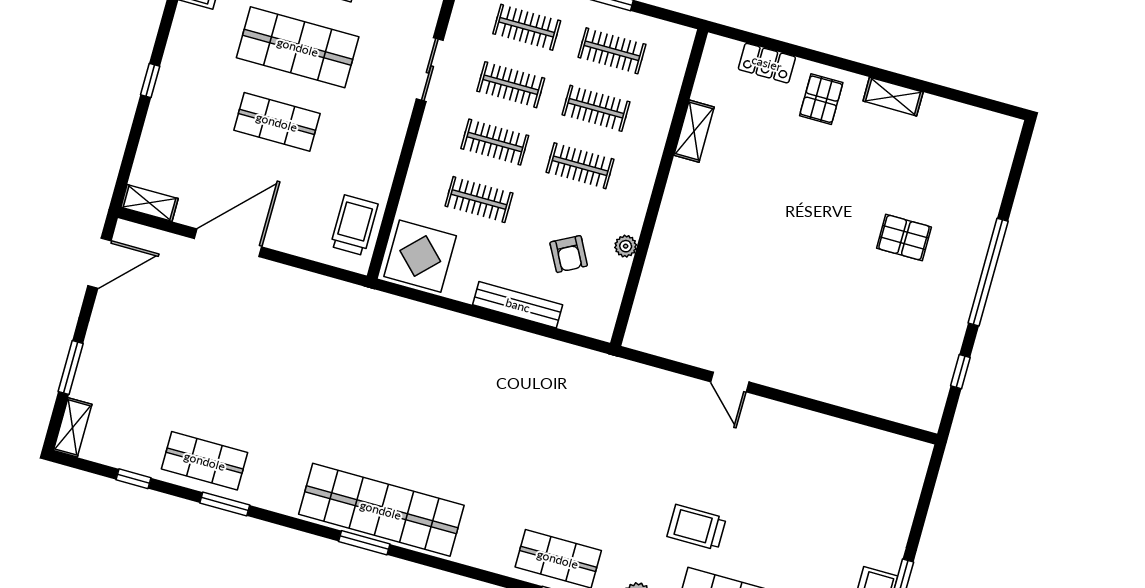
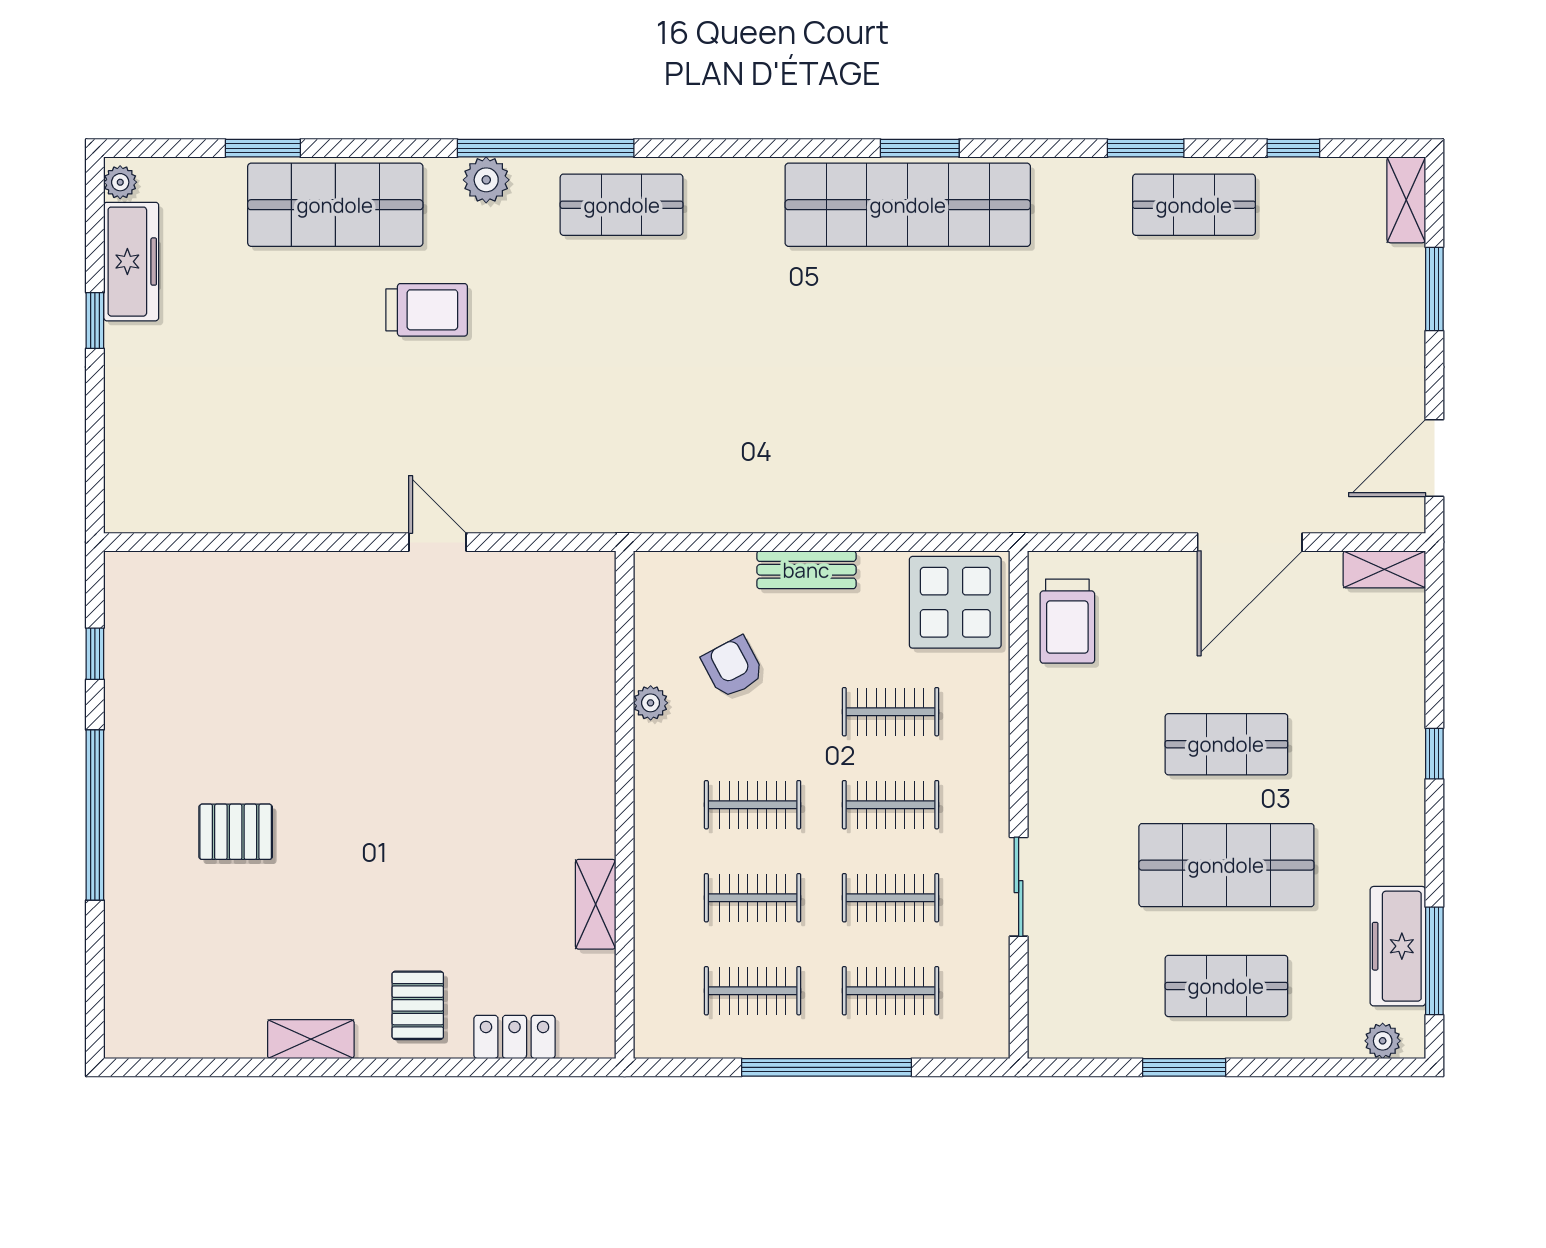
bench: (518, 305) -> (806, 570), width x0.73

